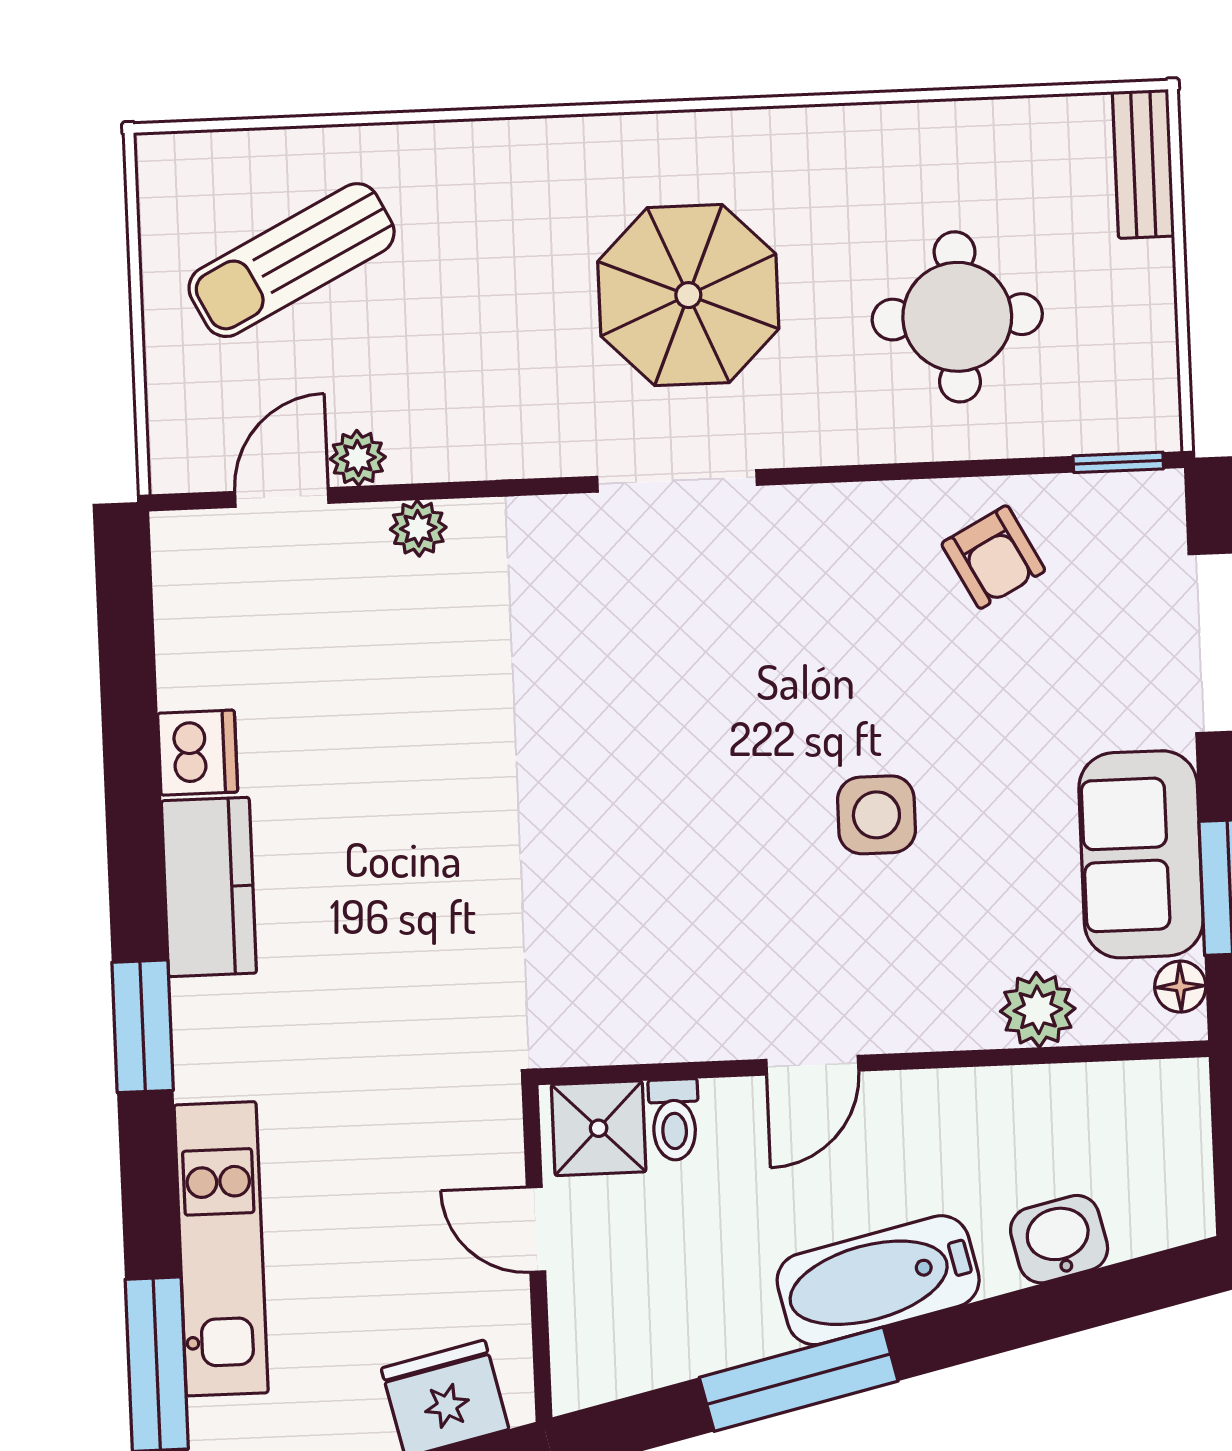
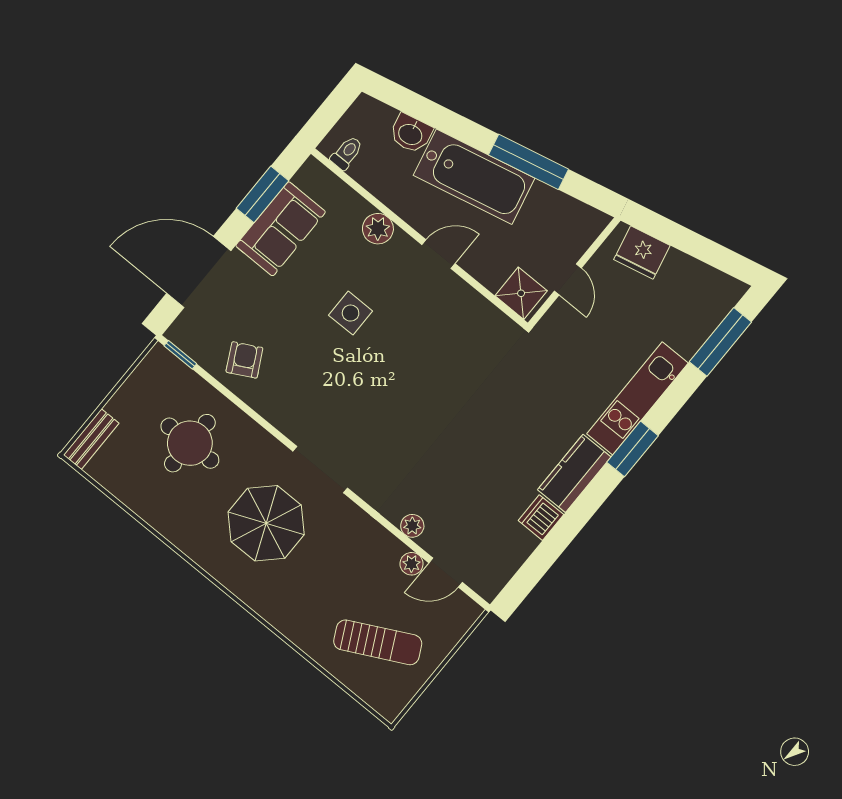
floor lamp: (1180, 987) -> (305, 178), removed
plant: (1038, 1010) -> (378, 229), moved
toilet: (674, 1120) -> (347, 153), moved
kitchen unit: (221, 1249) -> (637, 398), moved
bathtub: (878, 1280) -> (474, 177), width x1.36, depth x1.36

